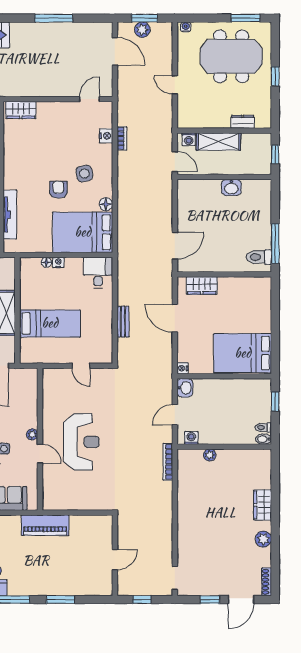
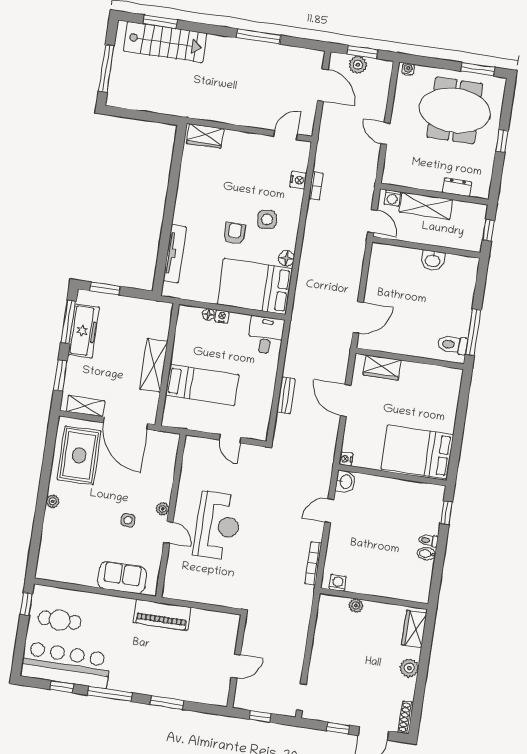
washing machine: (191, 438) -> (338, 583), moved
wall: (224, 447) -> (374, 599), moved
plant: (210, 455) -> (356, 606), moved

